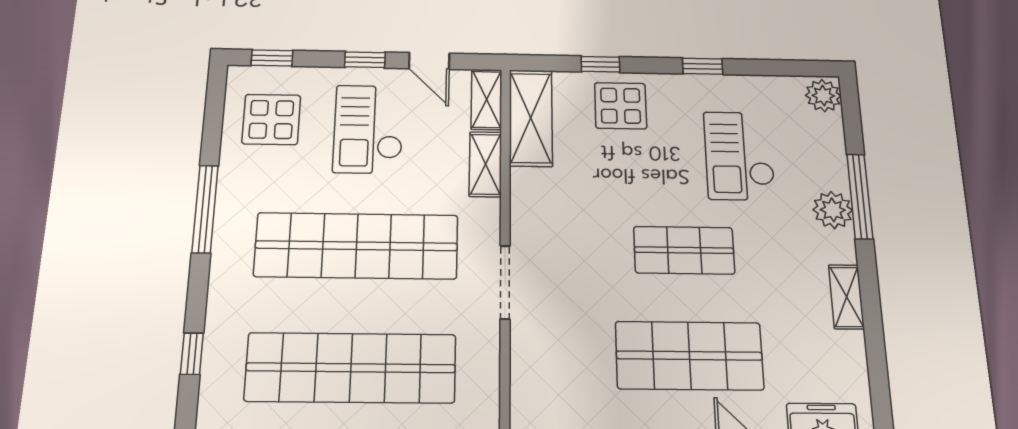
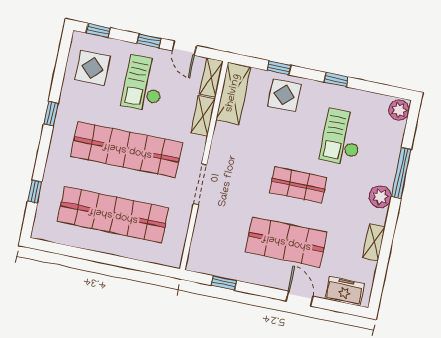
window: (205, 209) -> (51, 114), width x0.46
plant: (833, 210) -> (380, 197), moved
shelving: (846, 297) -> (374, 242), moved

